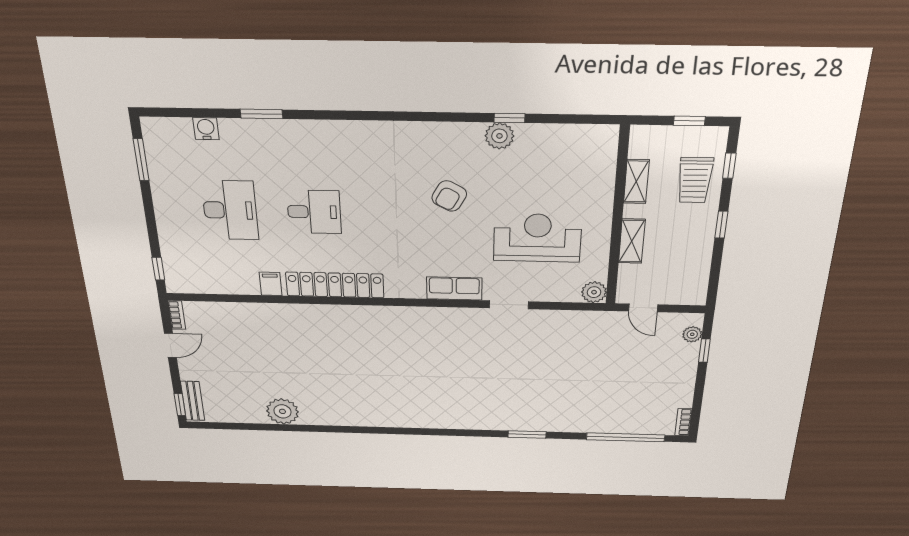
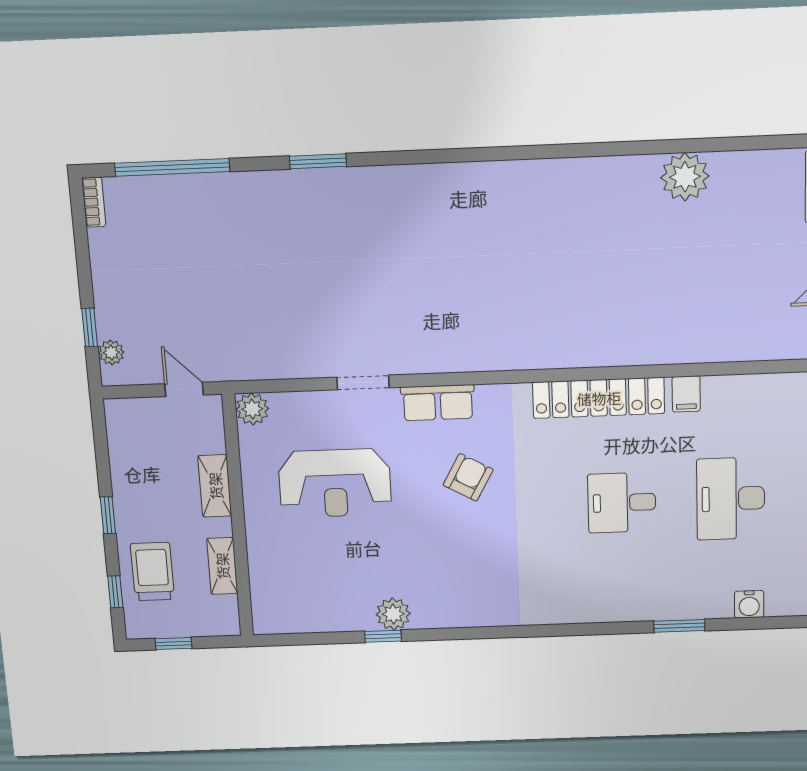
armchair: (449, 196) -> (468, 477), moved

